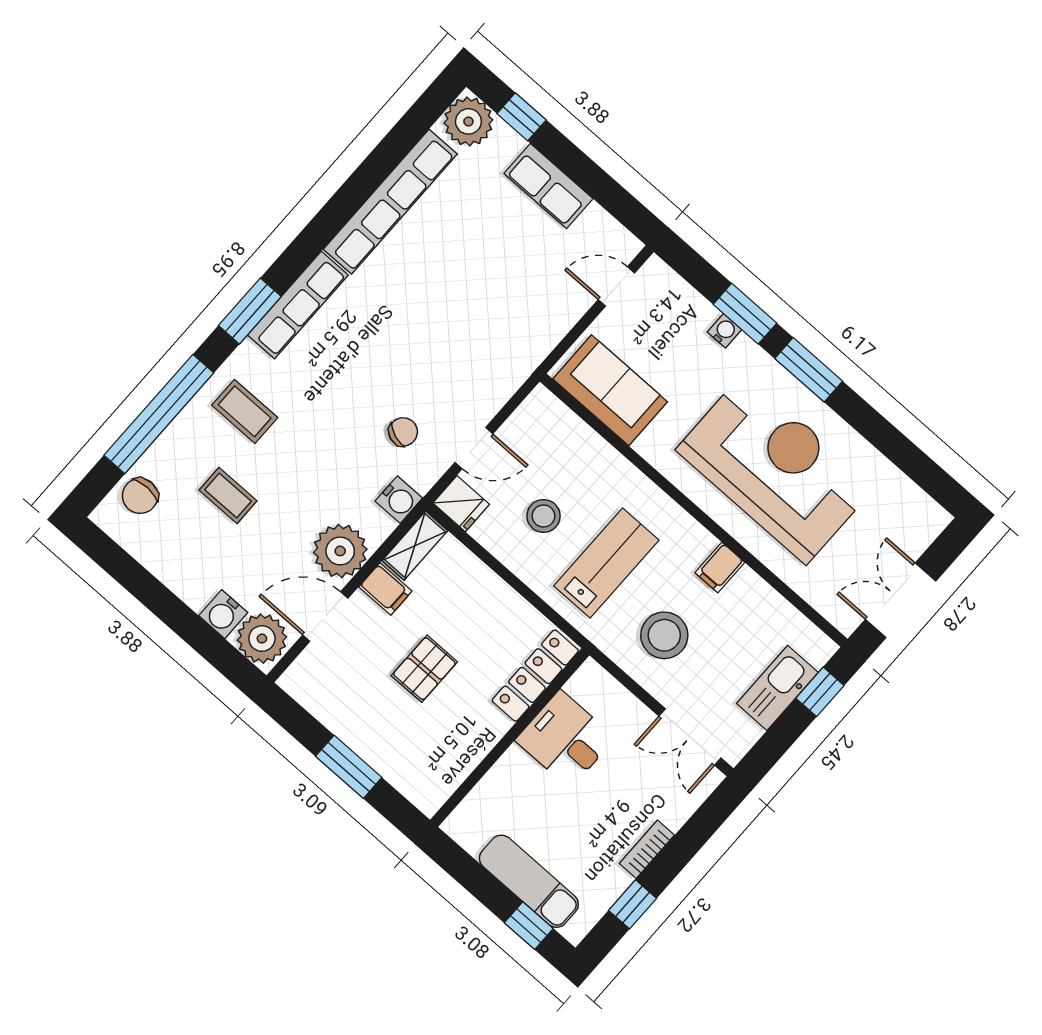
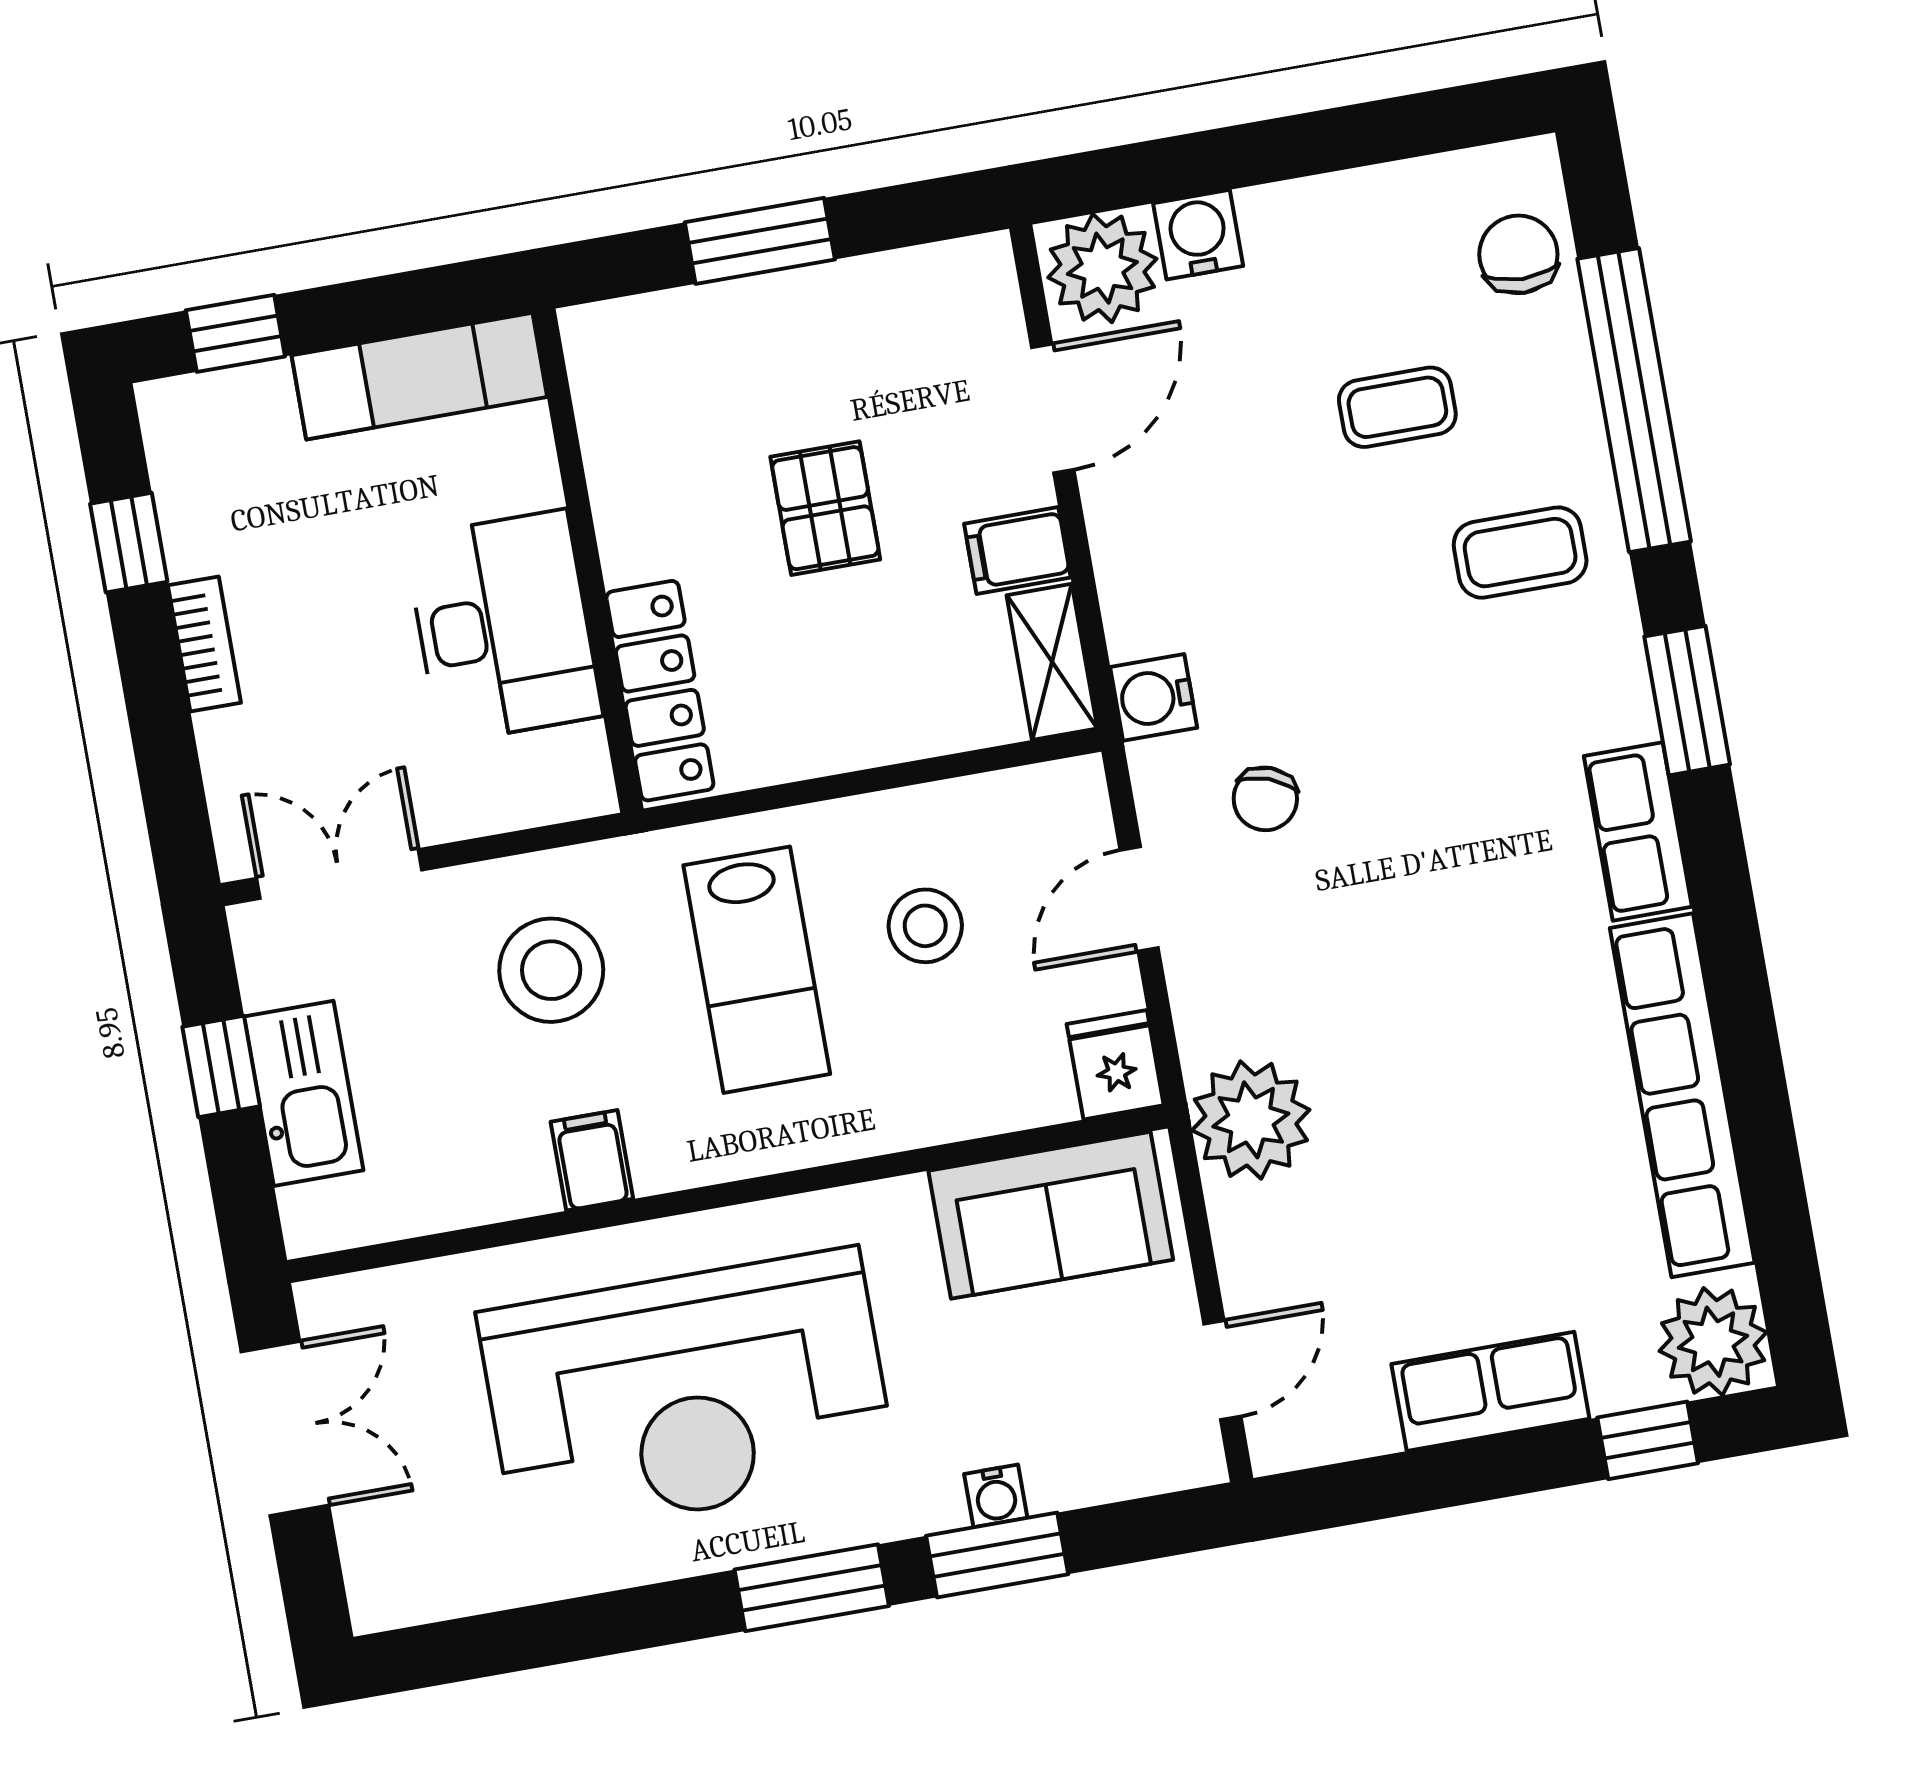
row of seats: (298, 305) -> (1638, 831), width x0.68
fridge: (461, 504) -> (1115, 1065), moved, turned 90
plant: (340, 551) -> (1251, 1120), moved
window: (820, 692) -> (221, 1067), moved
desk: (565, 739) -> (503, 627), width x1.37
exam couch: (529, 881) -> (419, 376), moved

